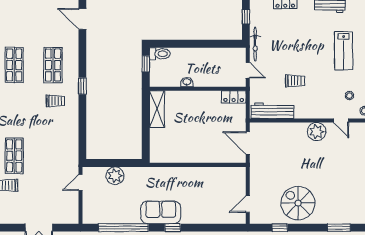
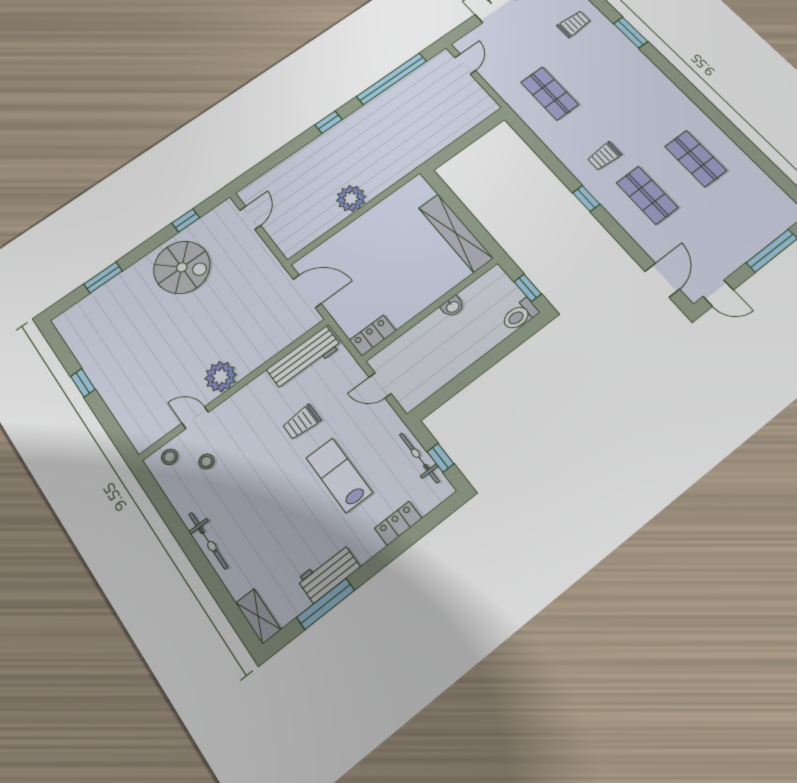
door: (82, 19) -> (662, 280), hinge flipped
bicycle: (255, 44) -> (419, 458), moved
lab bench: (344, 51) -> (339, 475), moved
shelving: (157, 109) -> (456, 233), width x1.47
shop shelf: (14, 156) -> (550, 93), moved
plant: (115, 176) -> (351, 199), moved
door: (80, 182) -> (465, 64), moved
sofa: (161, 212) -> (358, 128), removed

